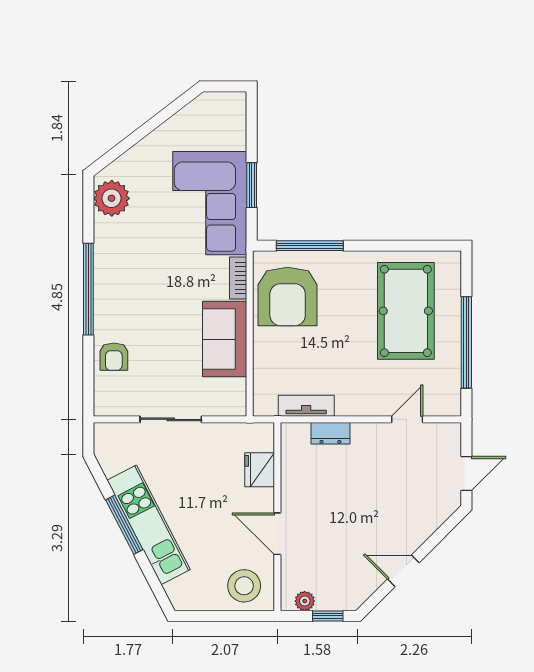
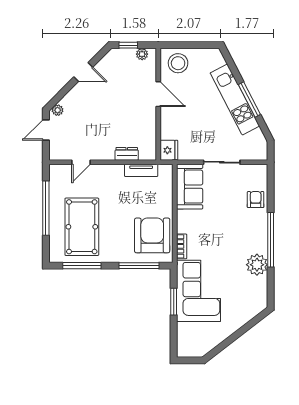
plant: (112, 198) -> (257, 265), moved
window: (406, 246) -> (82, 266), added
sofa: (225, 339) -> (190, 187), moved
fridge: (260, 470) -> (169, 150), moved
plant: (447, 507) -> (58, 110), added

